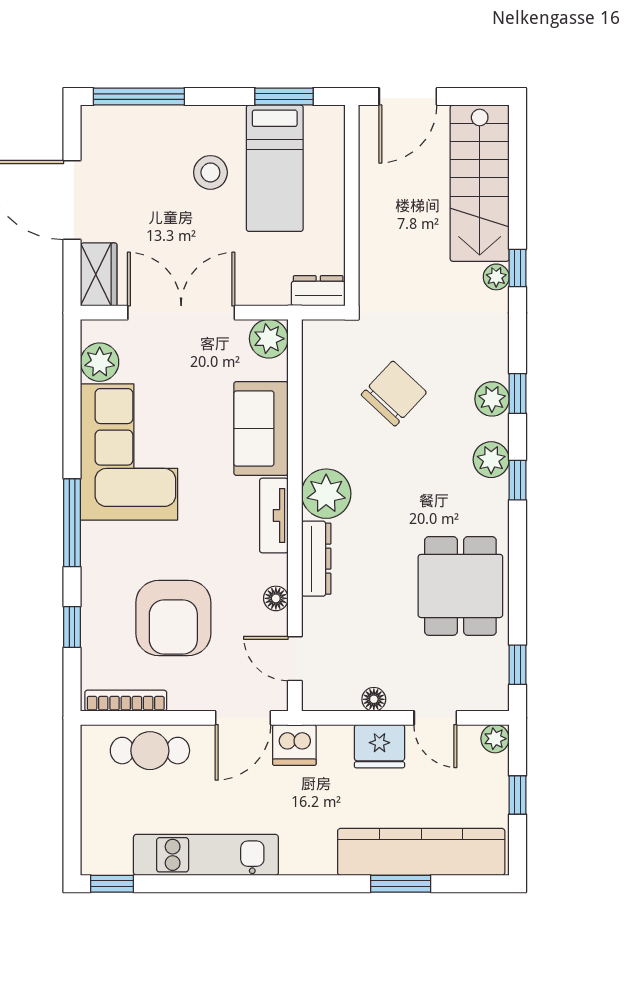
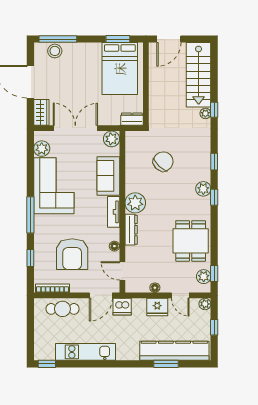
bed: (275, 168) -> (120, 69), width x1.50
stool: (210, 172) -> (55, 51), moved
plant: (492, 399) -> (204, 277), moved

